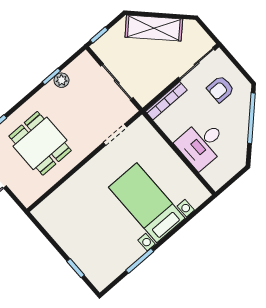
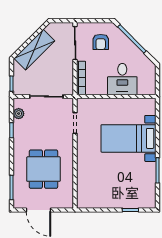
plant: (61, 80) -> (19, 114), moved
dining table: (40, 143) -> (43, 169), turned 90

